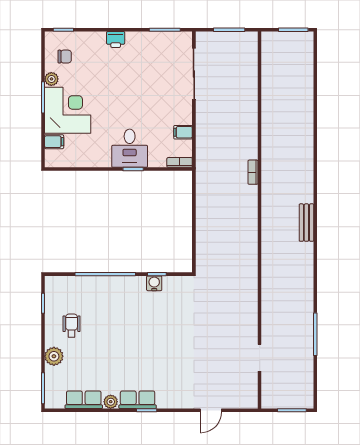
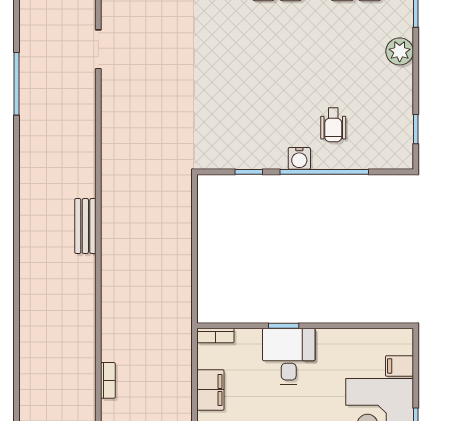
filing cabinet: (183, 132) -> (210, 390), width x2.00
bookcase: (253, 172) -> (108, 380), moved
bench: (306, 223) -> (85, 226), moved
water cooler: (154, 283) -> (299, 158), moved
wheelchair: (72, 326) -> (333, 125), moved

